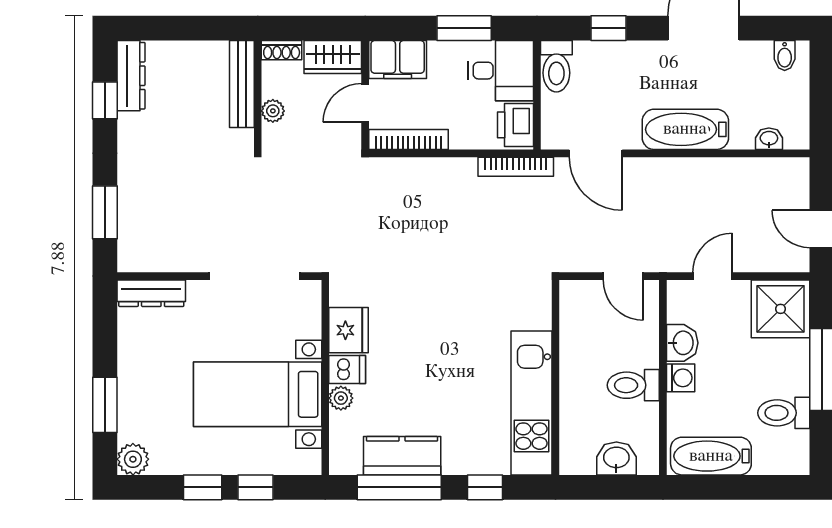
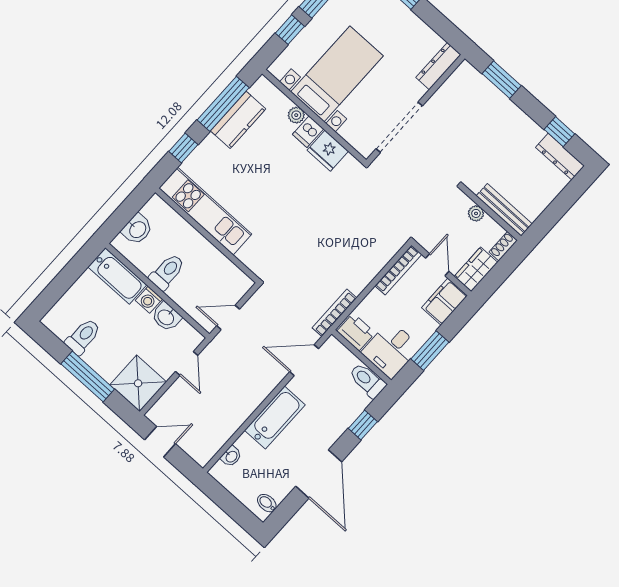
bathtub: (711, 456) -> (117, 276), moved, turned 90

